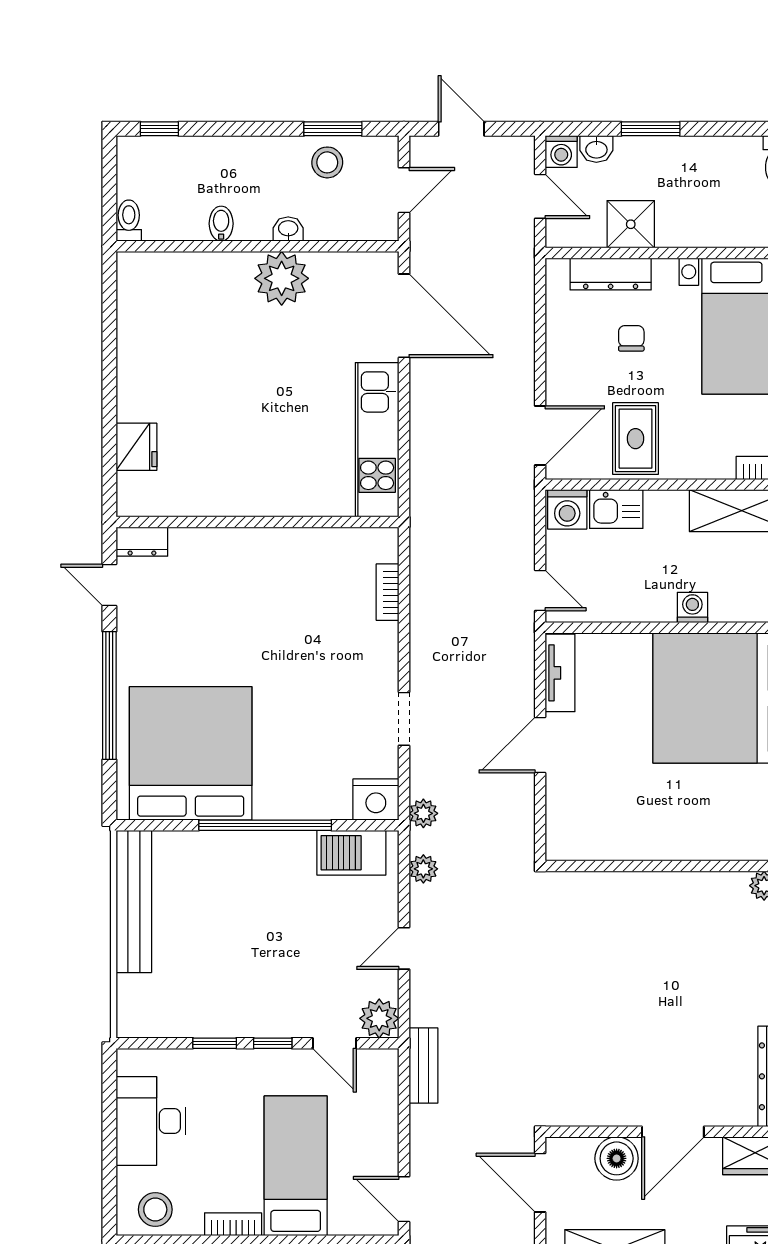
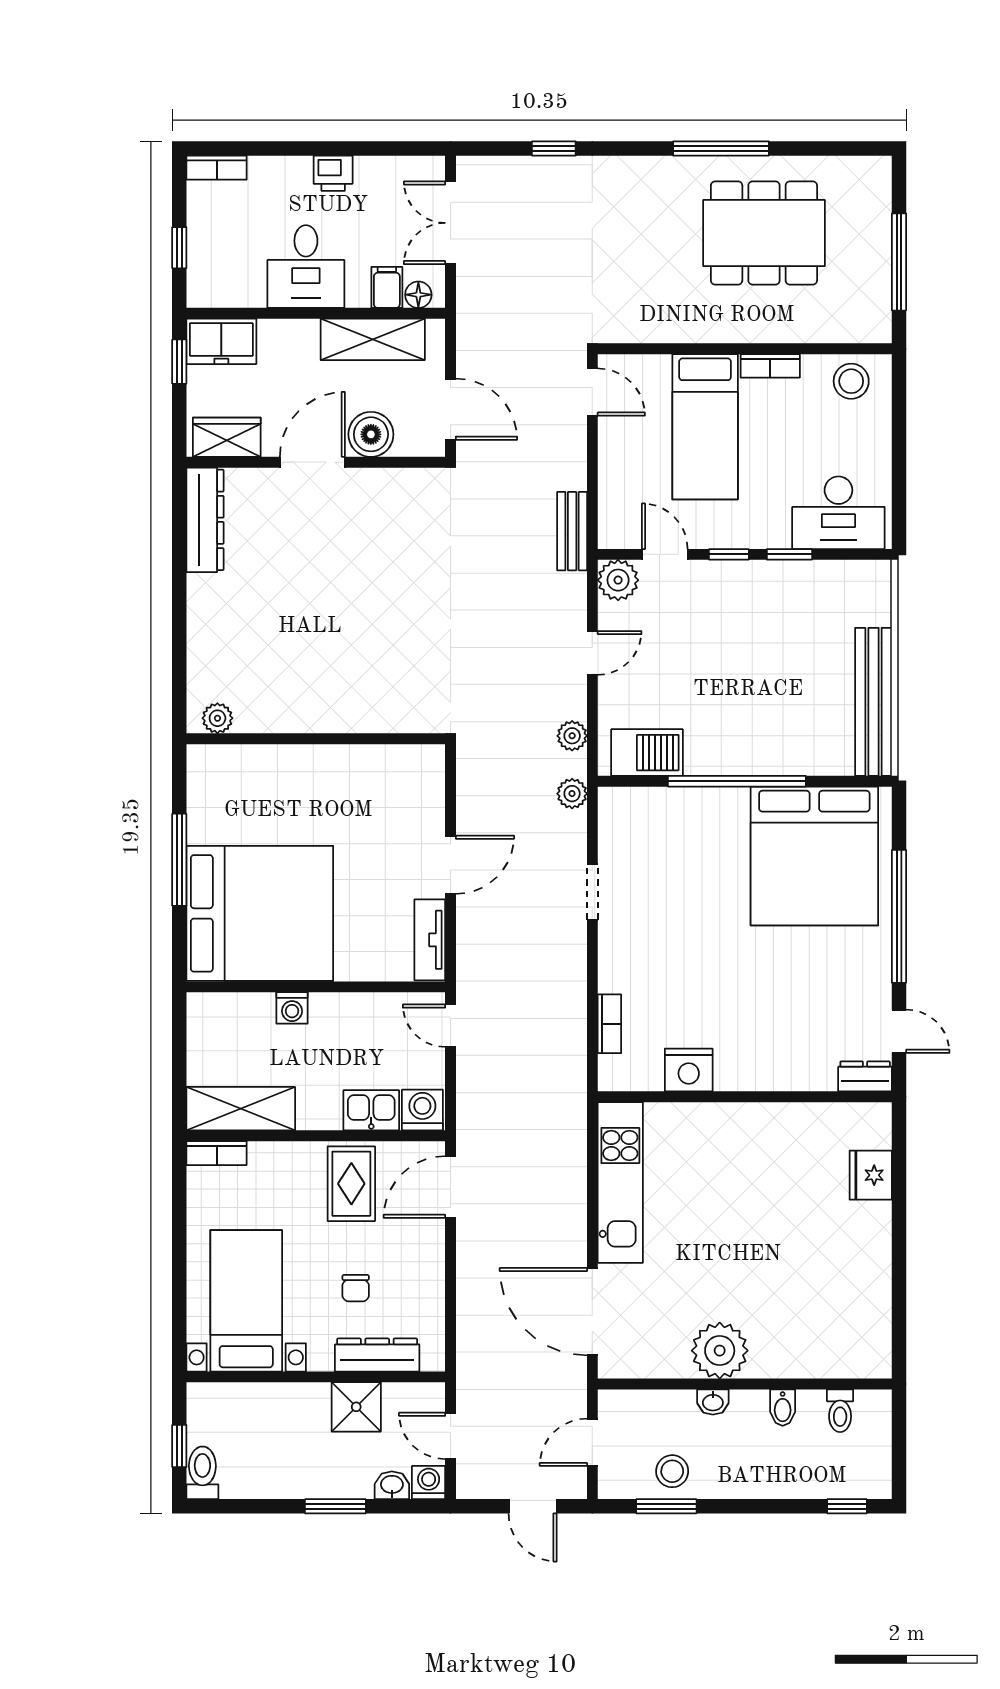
toilet: (129, 221) -> (840, 1411), moved
nightstand: (376, 799) -> (689, 1070), moved, turned 180
desk: (151, 1121) -> (838, 513), moved, turned 90

